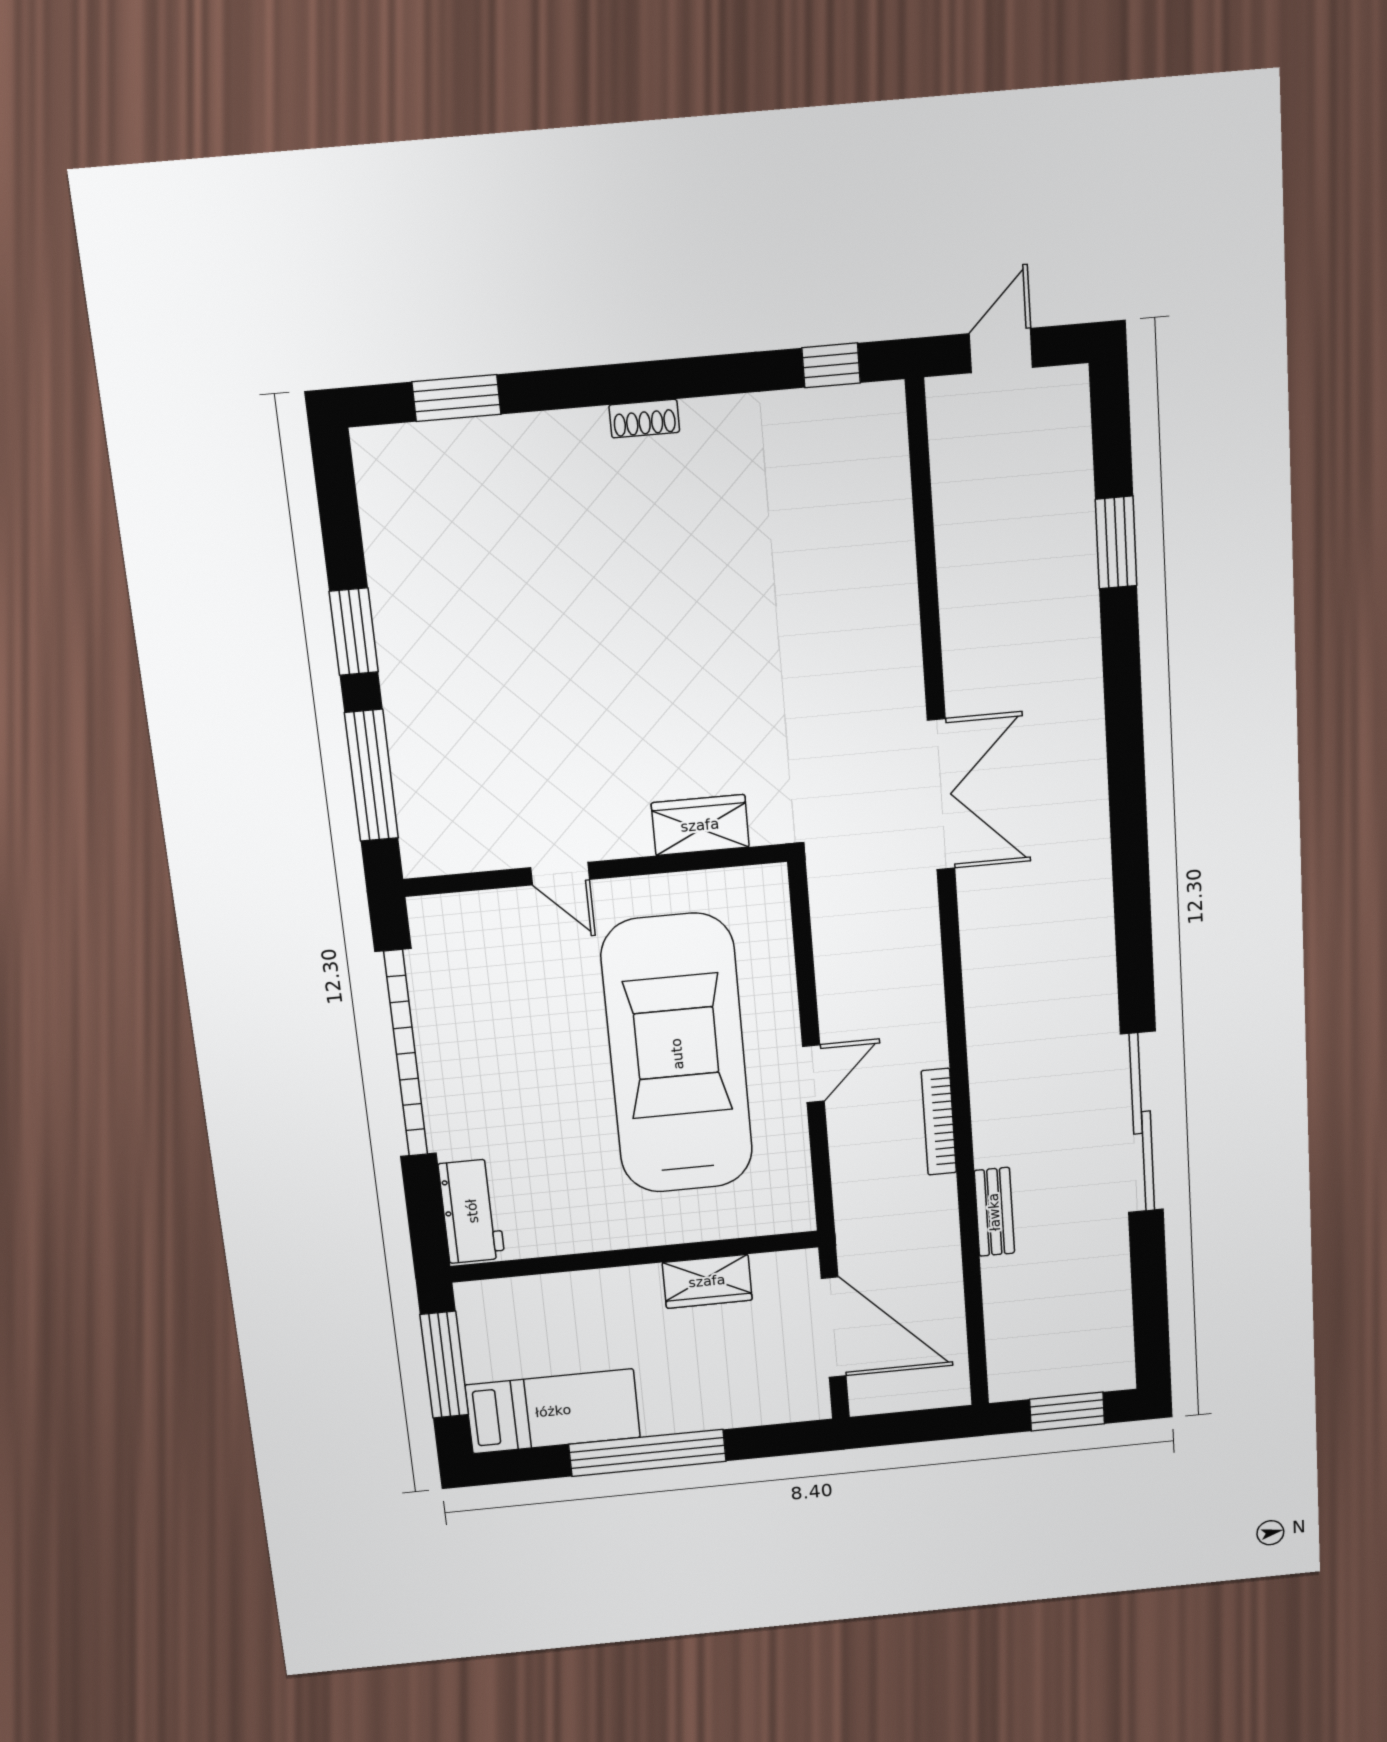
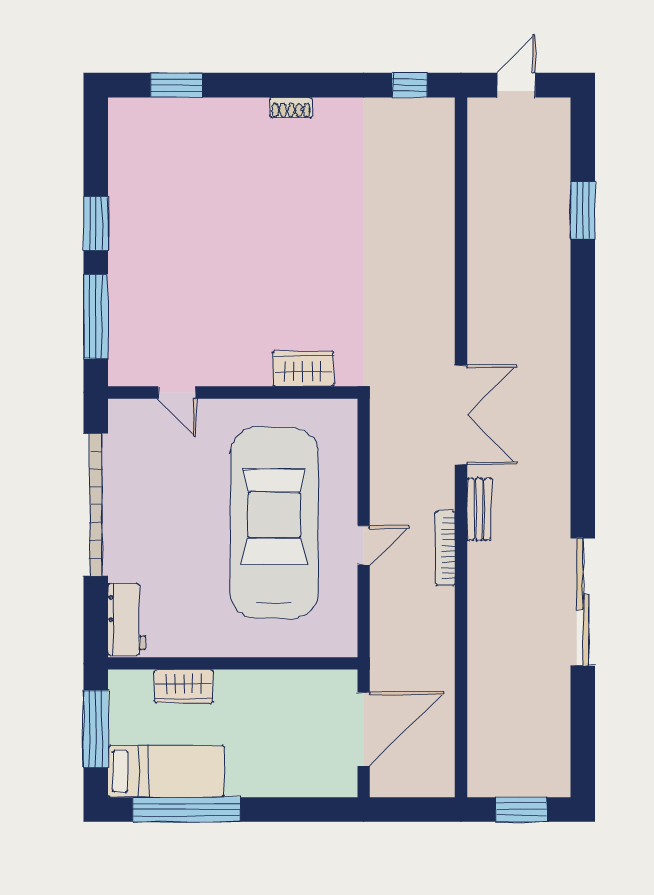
double door: (941, 795) -> (461, 415), moved
door: (560, 874) -> (177, 393), moved
bookcase: (939, 1122) -> (445, 548), moved
bench: (994, 1212) -> (479, 509), moved
wardrobe: (707, 1281) -> (184, 686), moved
door: (834, 1327) -> (364, 729), hinge flipped
window: (647, 1453) -> (186, 809), moved

